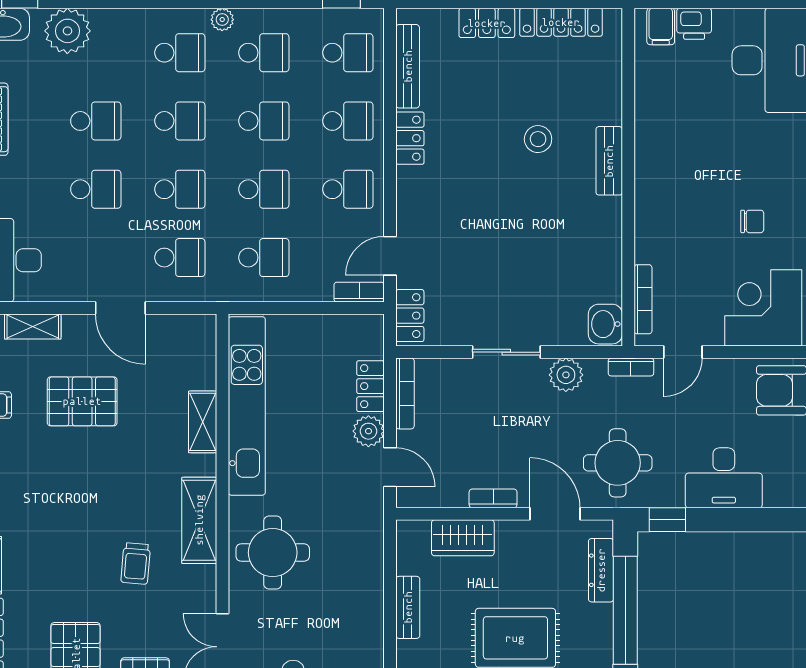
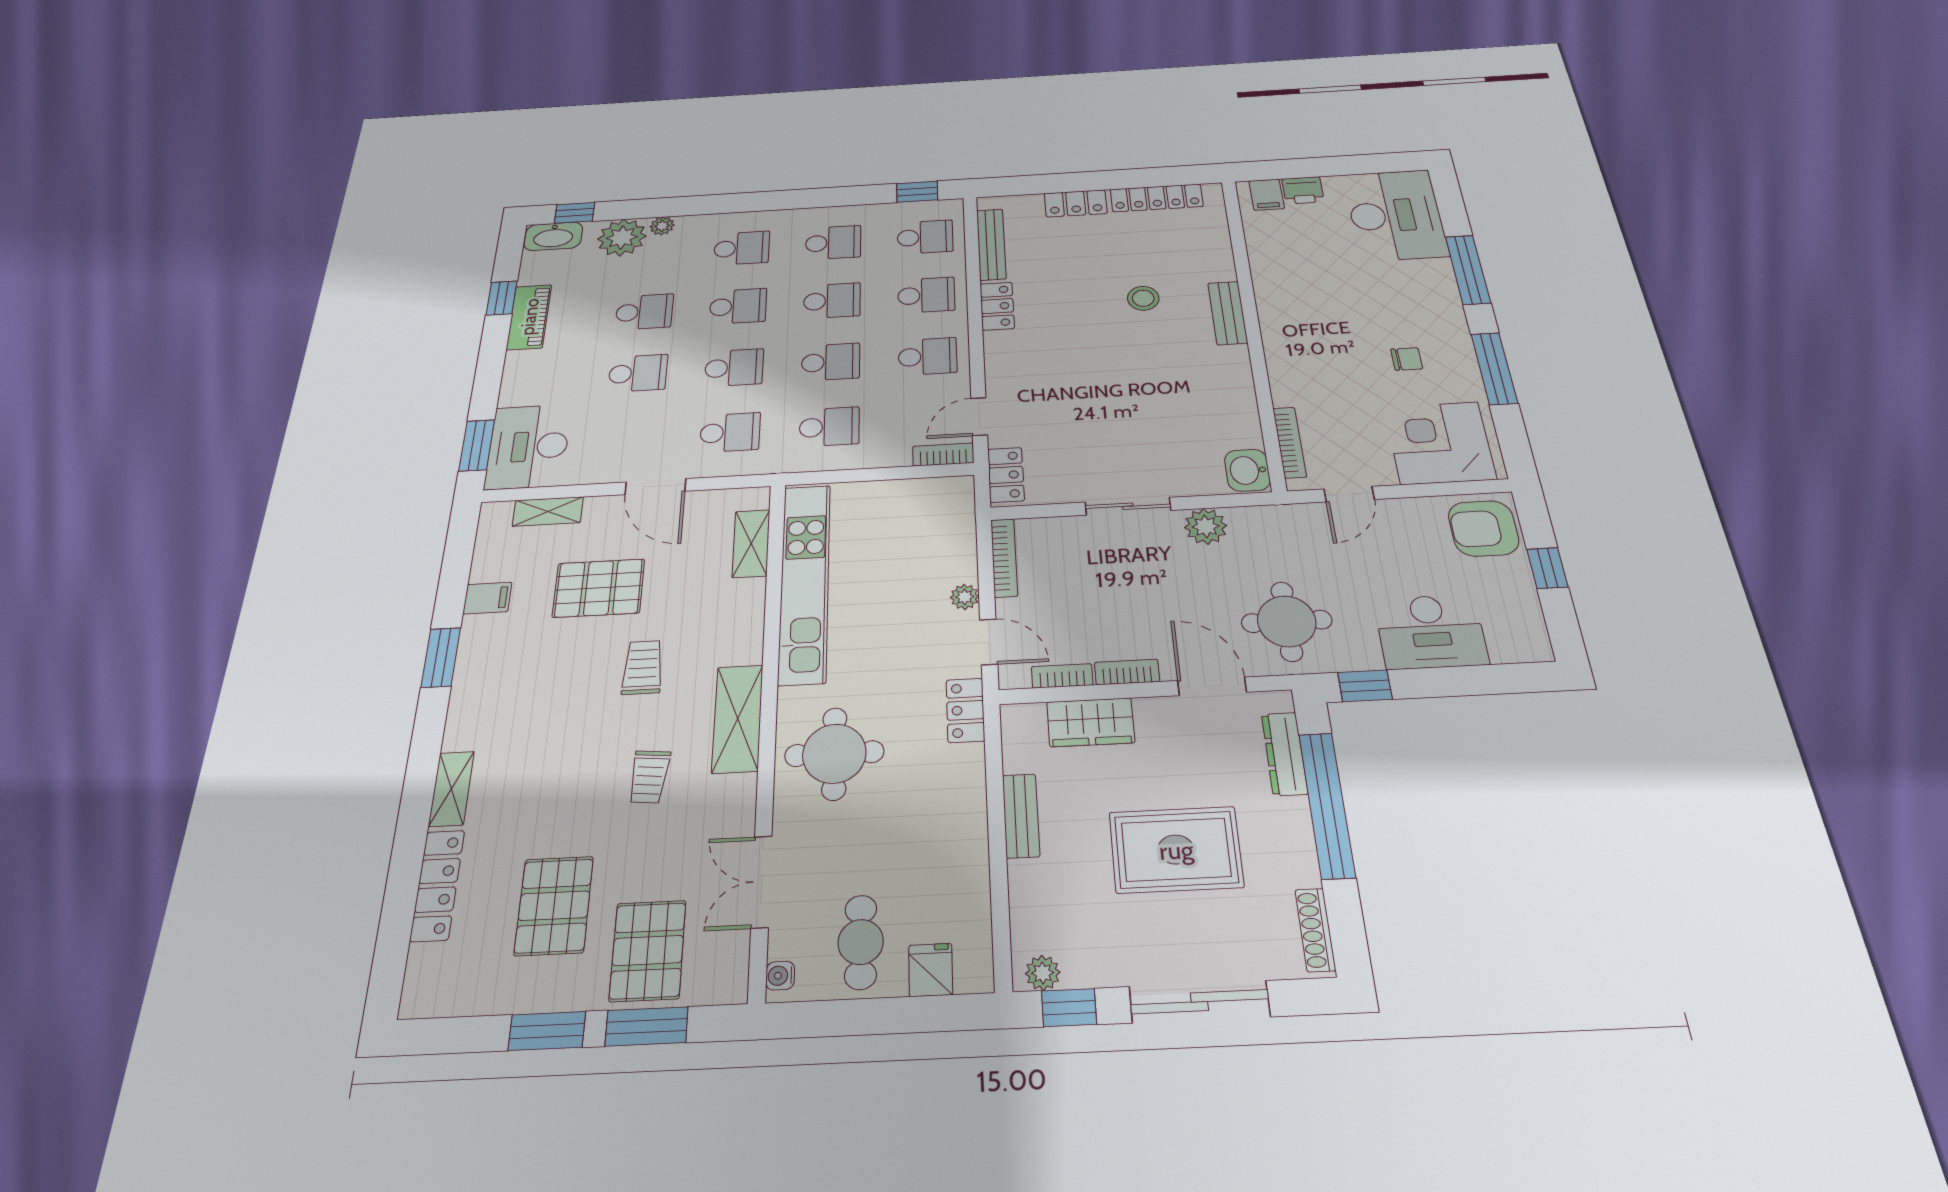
plant: (222, 20) -> (662, 226), moved
bookcase: (631, 367) -> (1062, 676), moved, turned 180
locker: (370, 386) -> (965, 710), moved
shelving: (203, 422) -> (751, 543), moved
plant: (368, 431) -> (965, 597), width x0.73, depth x0.73
trolley: (123, 474) -> (643, 667), added

